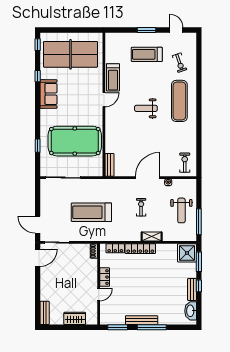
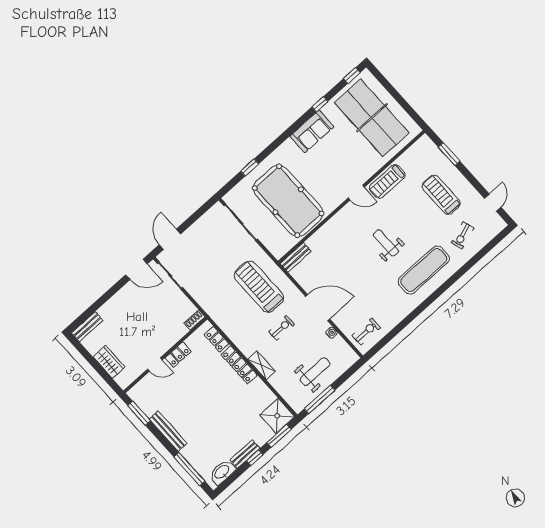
window: (147, 30) -> (449, 154), moved
weight bench: (181, 210) -> (315, 372), turned 180
treadmill: (91, 212) -> (259, 287), moved
window: (152, 327) -> (189, 469), moved

